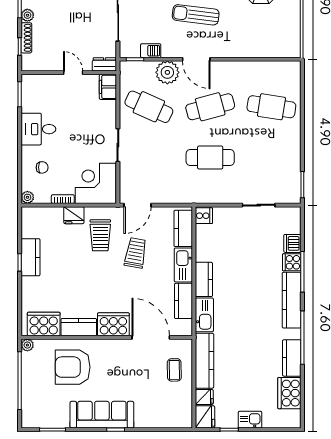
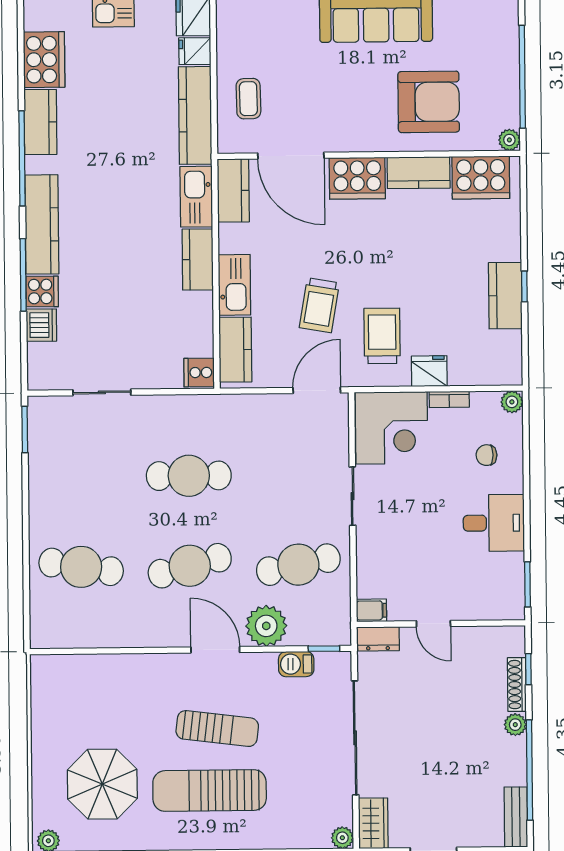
filing cabinet: (108, 87) -> (371, 610), width x0.50
cafe table: (149, 107) -> (298, 565), turned -36
kitchen counter: (183, 301) -> (233, 190), moved

